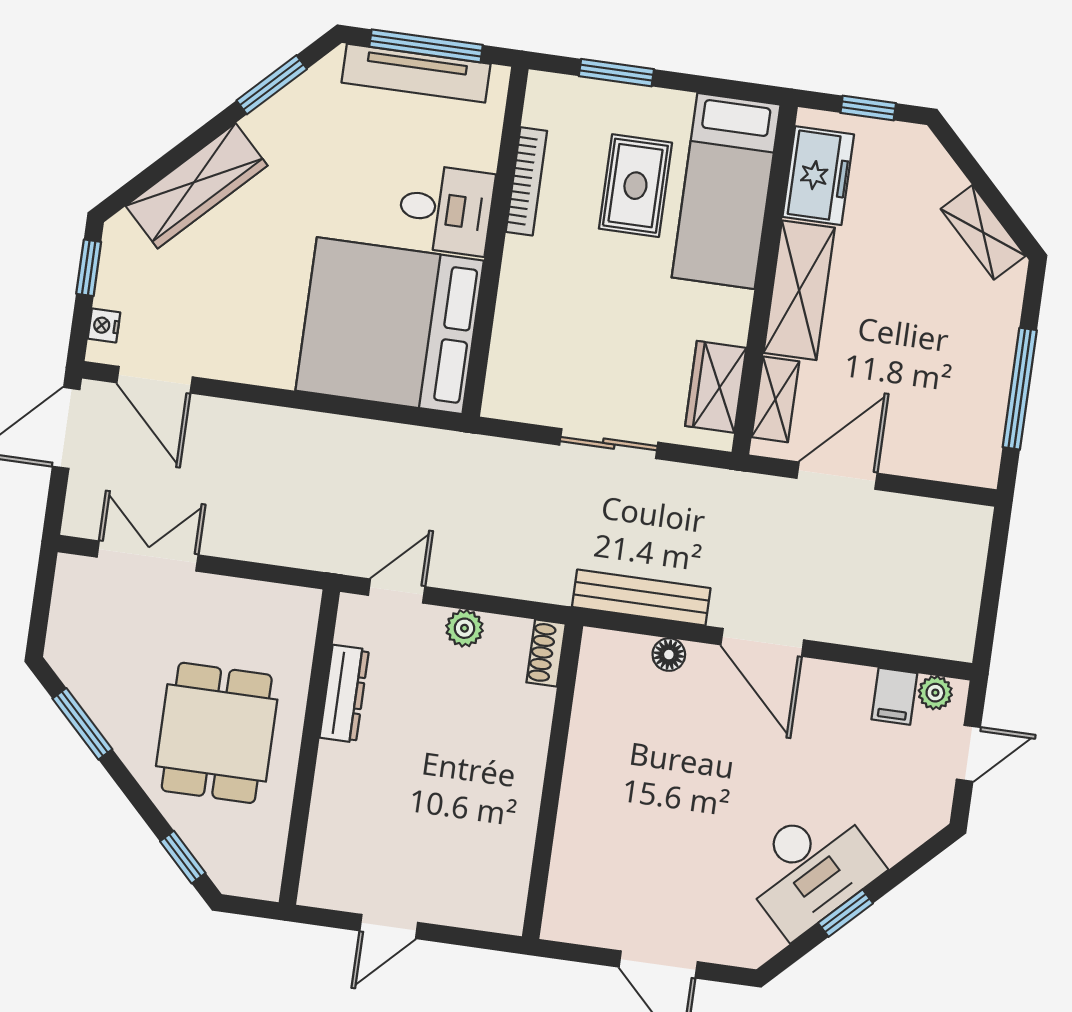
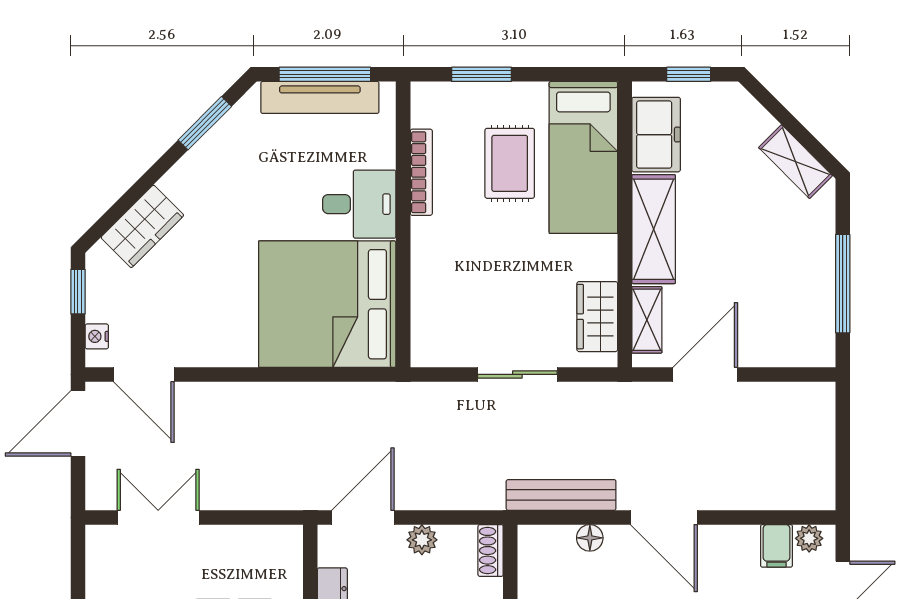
wardrobe: (197, 186) -> (142, 226), width x0.67
door: (397, 591) -> (363, 517), width x1.38

